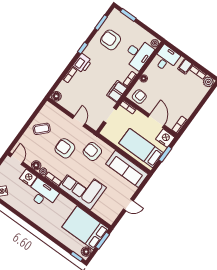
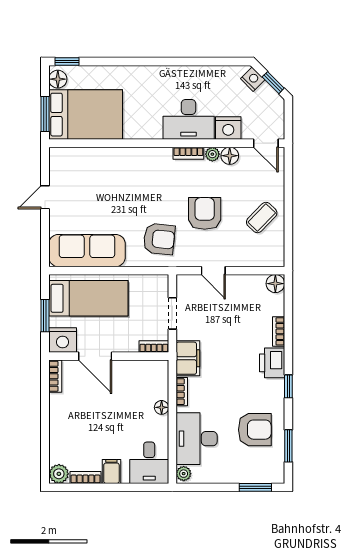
armchair: (139, 97) -> (148, 375), removed
armchair: (65, 148) -> (205, 213), turned -90
corner sofa: (82, 187) -> (135, 173), removed

